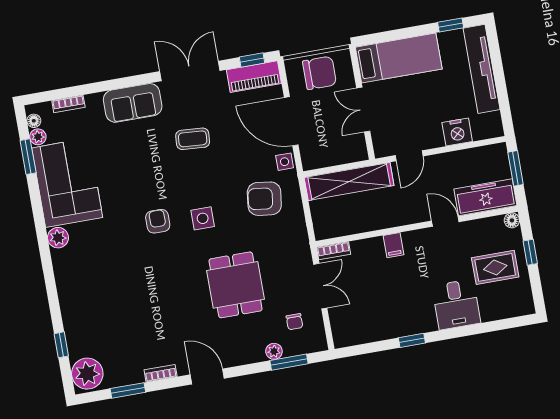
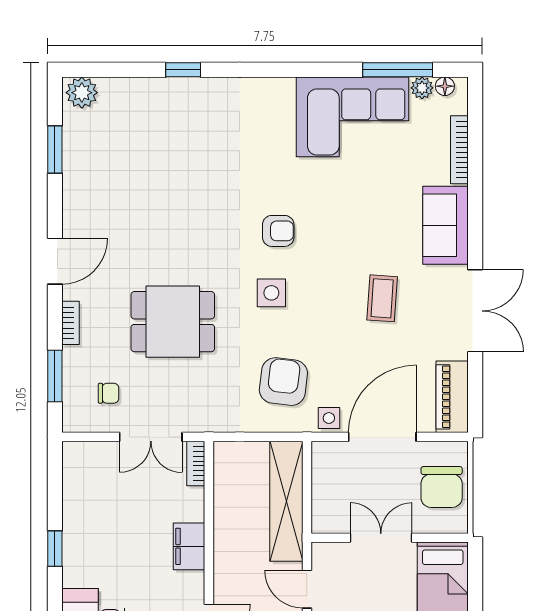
window: (252, 60) -> (475, 398), removed
bookcase: (68, 104) -> (459, 150), width x1.56
window: (28, 157) -> (398, 70), width x1.44
plant: (58, 238) -> (280, 91), removed
filing cabinet: (393, 245) -> (189, 546), width x2.00
chair: (294, 322) -> (109, 393), turned 180
window: (61, 345) -> (183, 70), moved
plant: (274, 351) -> (73, 358), removed
bookcase: (161, 373) -> (70, 323), moved
plant: (87, 374) -> (82, 93), width x0.73, depth x0.73

